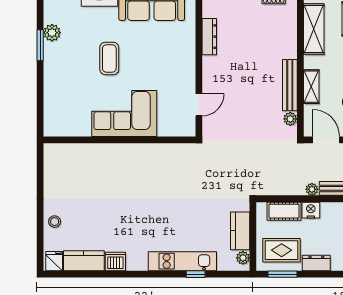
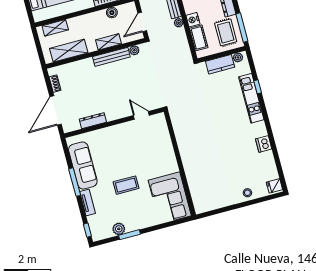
corner sofa: (124, 114) -> (170, 198), moved
kitchen counter: (84, 261) -> (269, 166), removed
window: (282, 274) -> (242, 27), width x1.44

